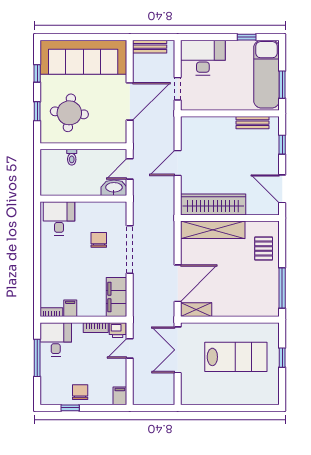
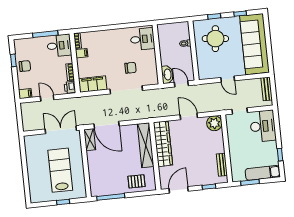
exam couch: (267, 74) -> (263, 173), width x0.73, depth x0.69
door: (130, 101) -> (228, 79), width x0.53
plant: (191, 127) -> (214, 123), added
door: (130, 348) -> (47, 98), moved
lab bench: (236, 357) -> (60, 170), turned 180

